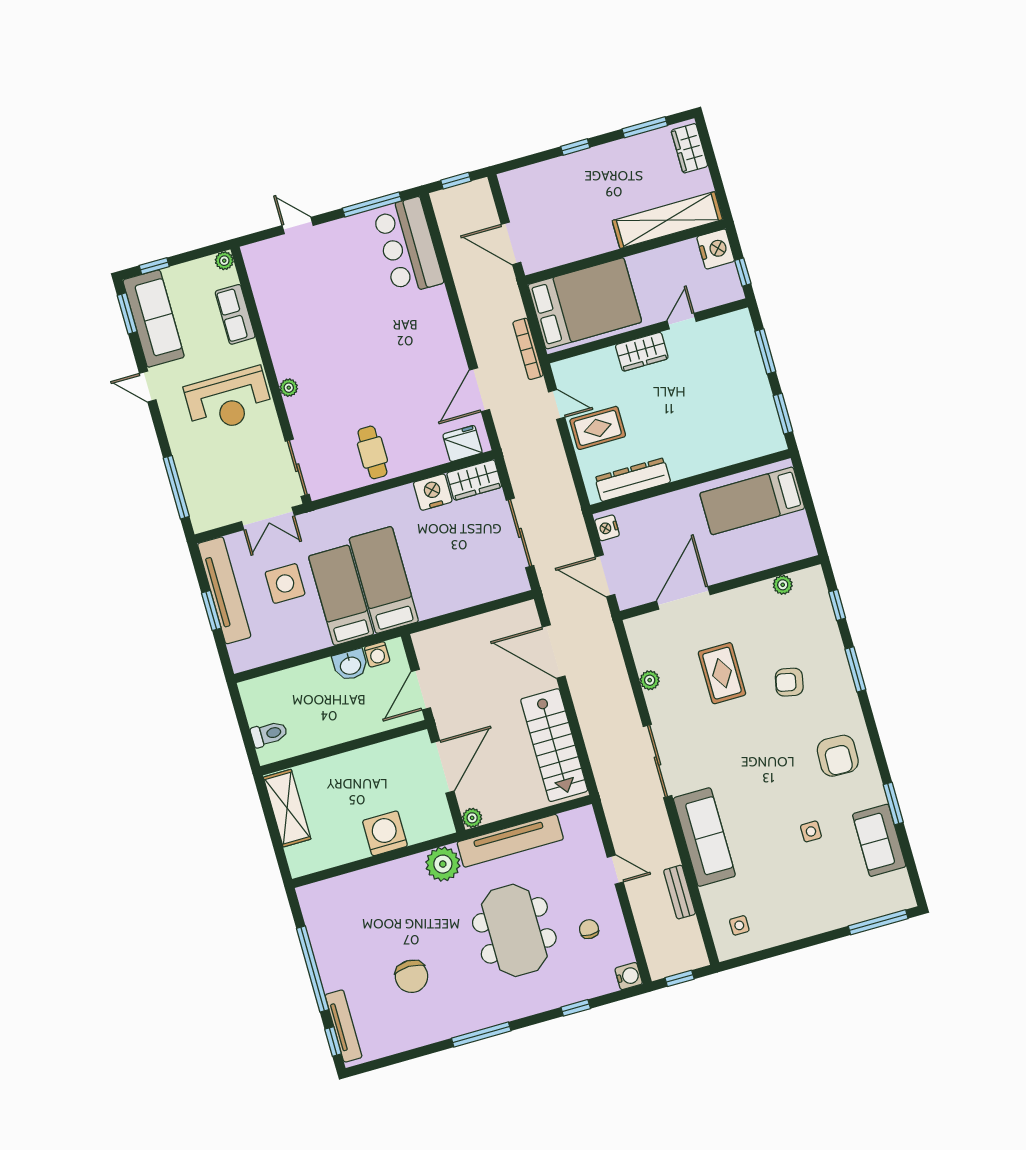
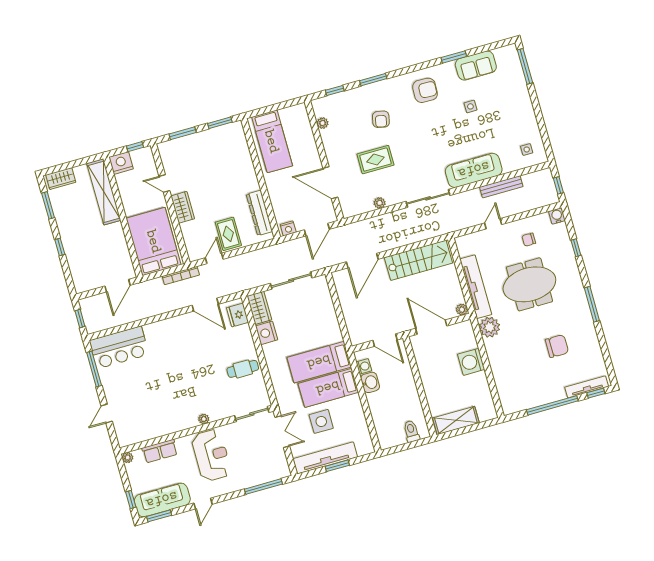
bench: (680, 892) -> (501, 187), width x1.36

